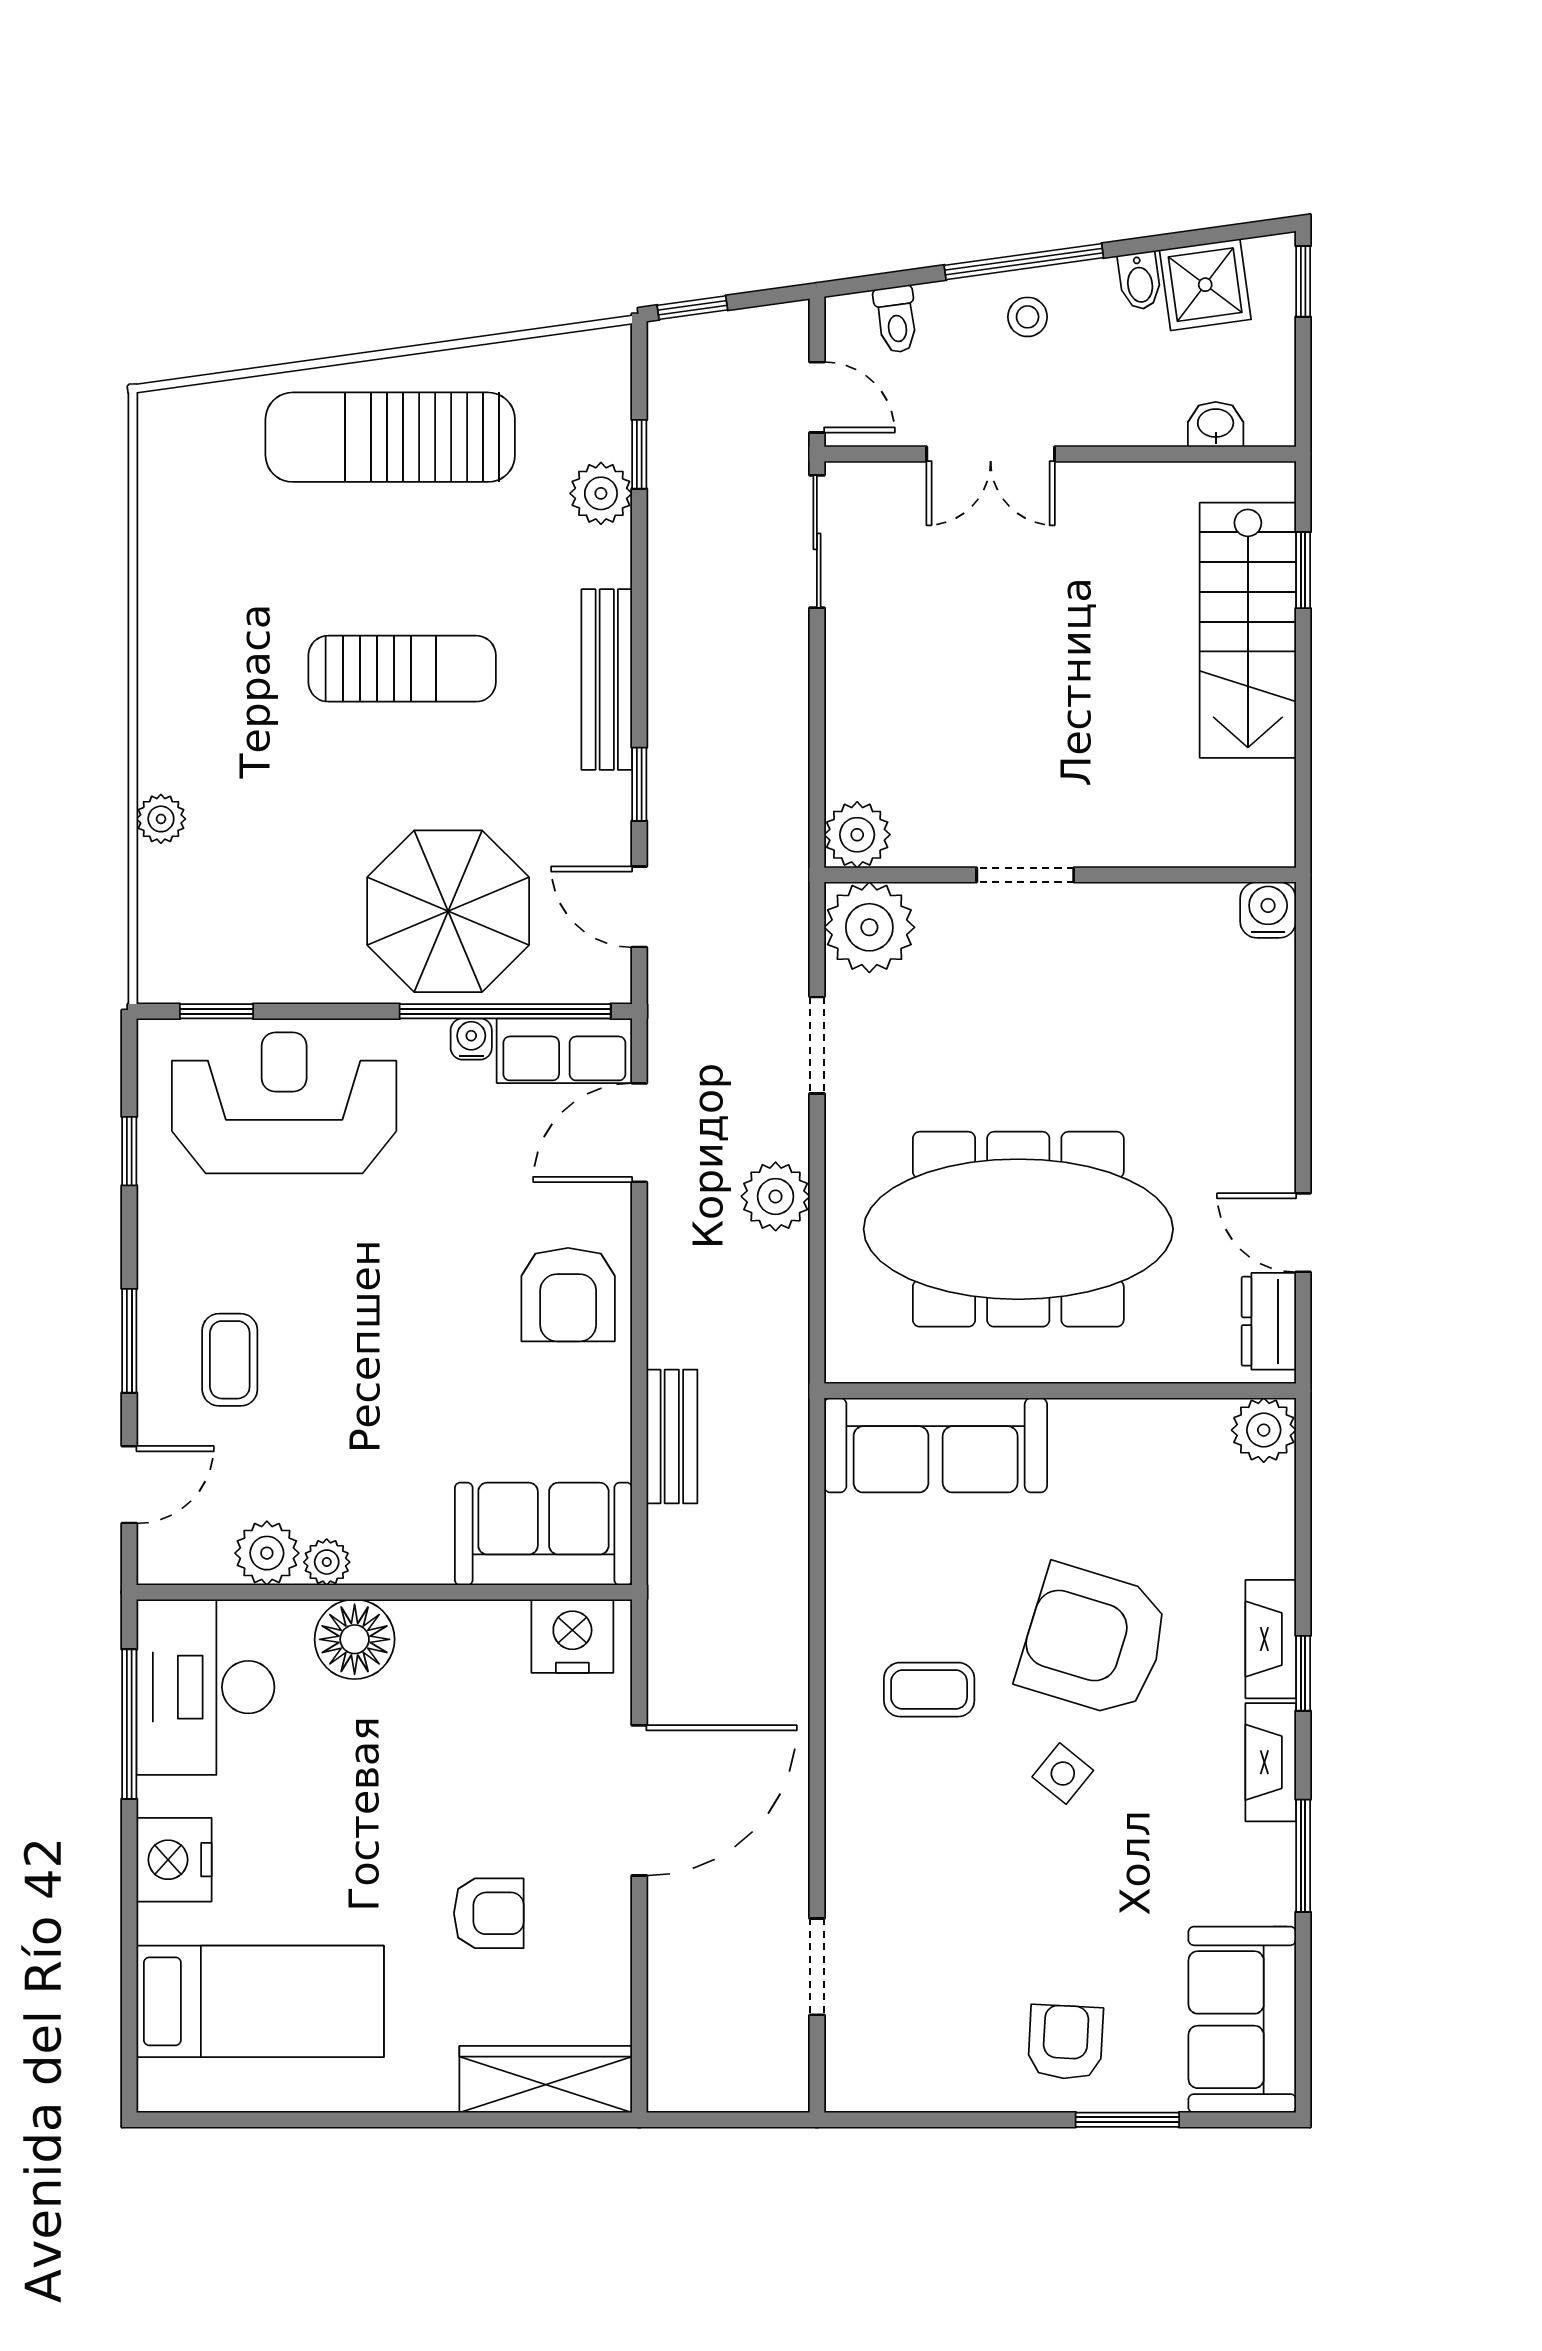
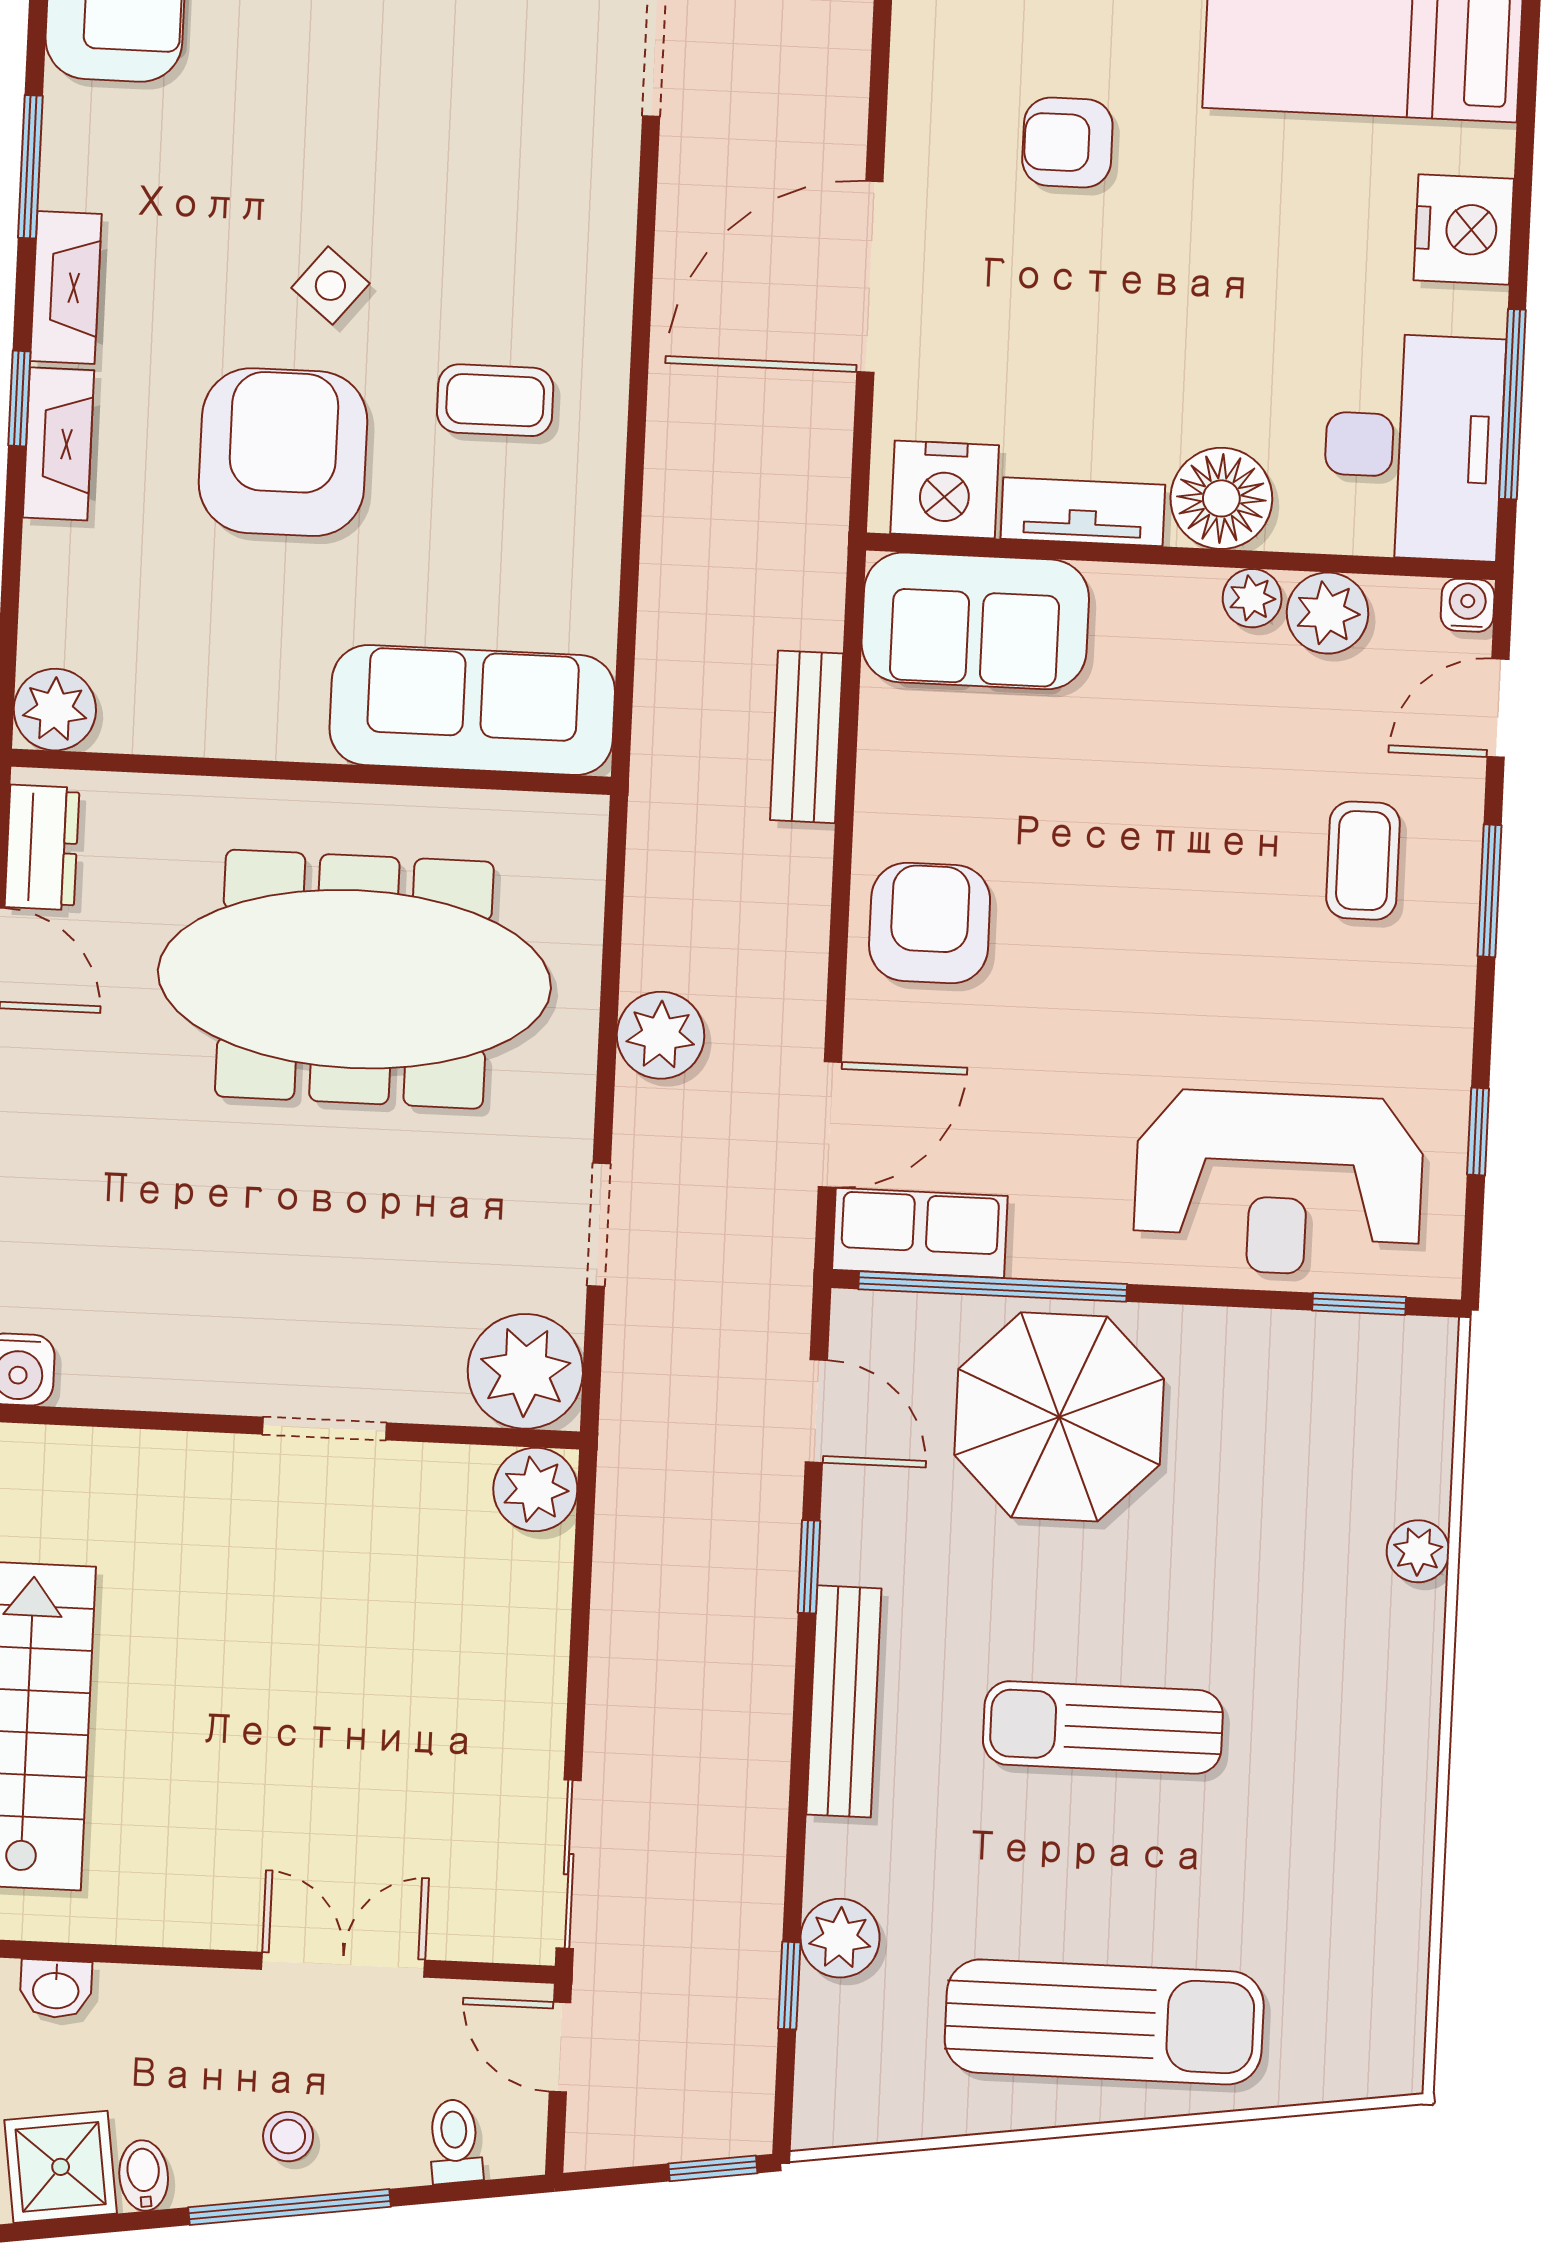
water cooler: (471, 1039) -> (1468, 605), moved, turned 180
tv unit: (463, 1624) -> (1083, 512), added
armchair: (1094, 1641) -> (283, 452), turned -107

